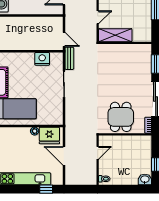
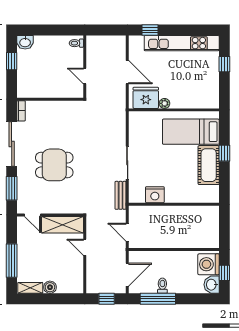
door: (98, 17) -> (85, 247), hinge flipped
door: (64, 39) -> (127, 232), moved
door: (139, 43) -> (32, 215), added
dining table: (121, 117) -> (54, 165), moved, turned 90
door: (98, 153) -> (85, 76), hinge flipped

